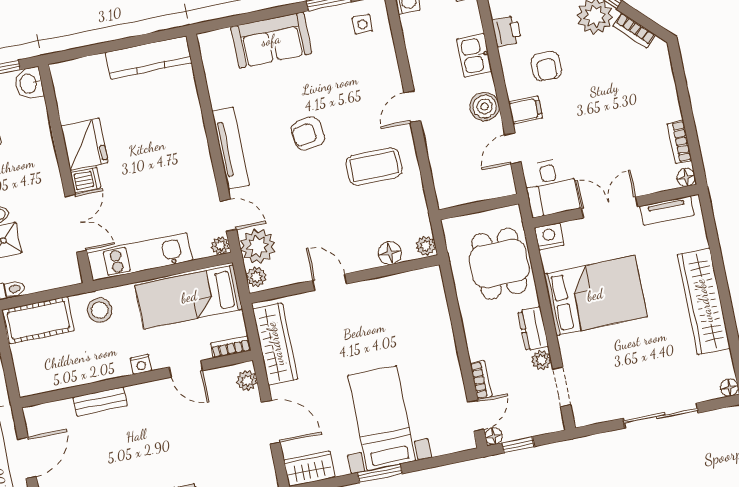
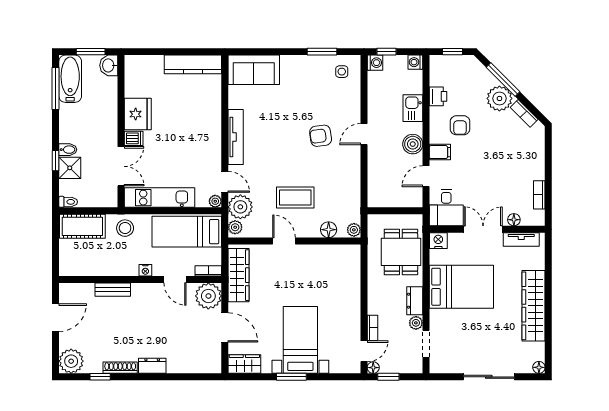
sofa: (271, 40) -> (254, 70), moved
armchair: (308, 134) -> (321, 136), moved
coffee table: (374, 166) -> (295, 198), moved
floor lamp: (686, 177) -> (514, 220), moved
plant: (247, 381) -> (208, 296), width x1.88, depth x1.88

